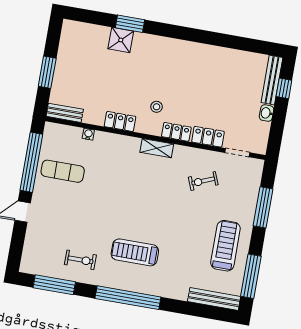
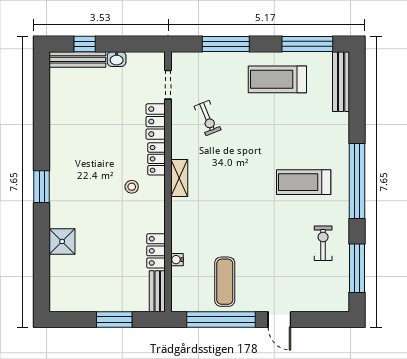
window: (130, 24) -> (42, 187), moved
locker: (120, 121) -> (156, 251), moved
treadmill: (135, 252) -> (304, 182), turned 90

